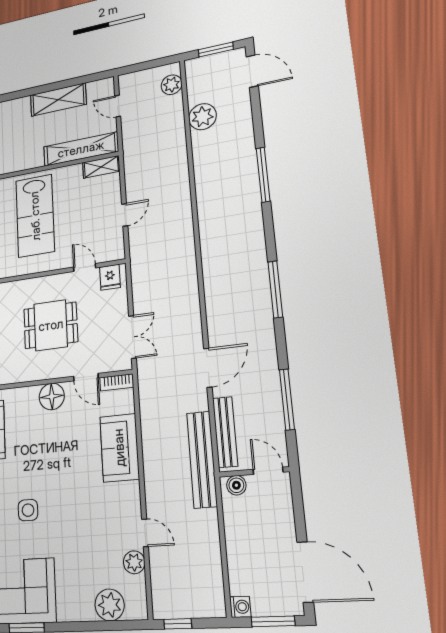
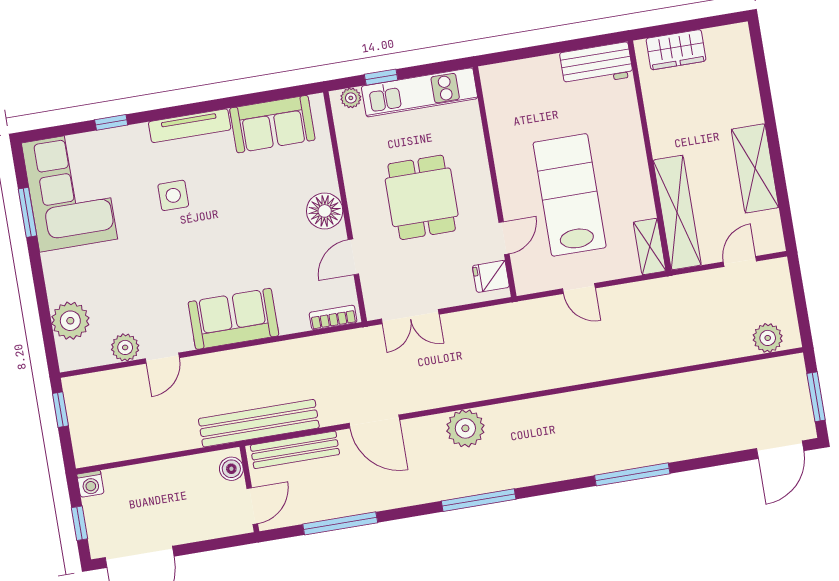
plant: (202, 117) -> (465, 428), moved
lab bench: (35, 216) -> (570, 195), moved, turned 90
bookcase: (117, 382) -> (333, 318), moved, turned 90
sofa: (119, 448) -> (233, 319), moved
window: (273, 621) -> (79, 523), width x0.67

